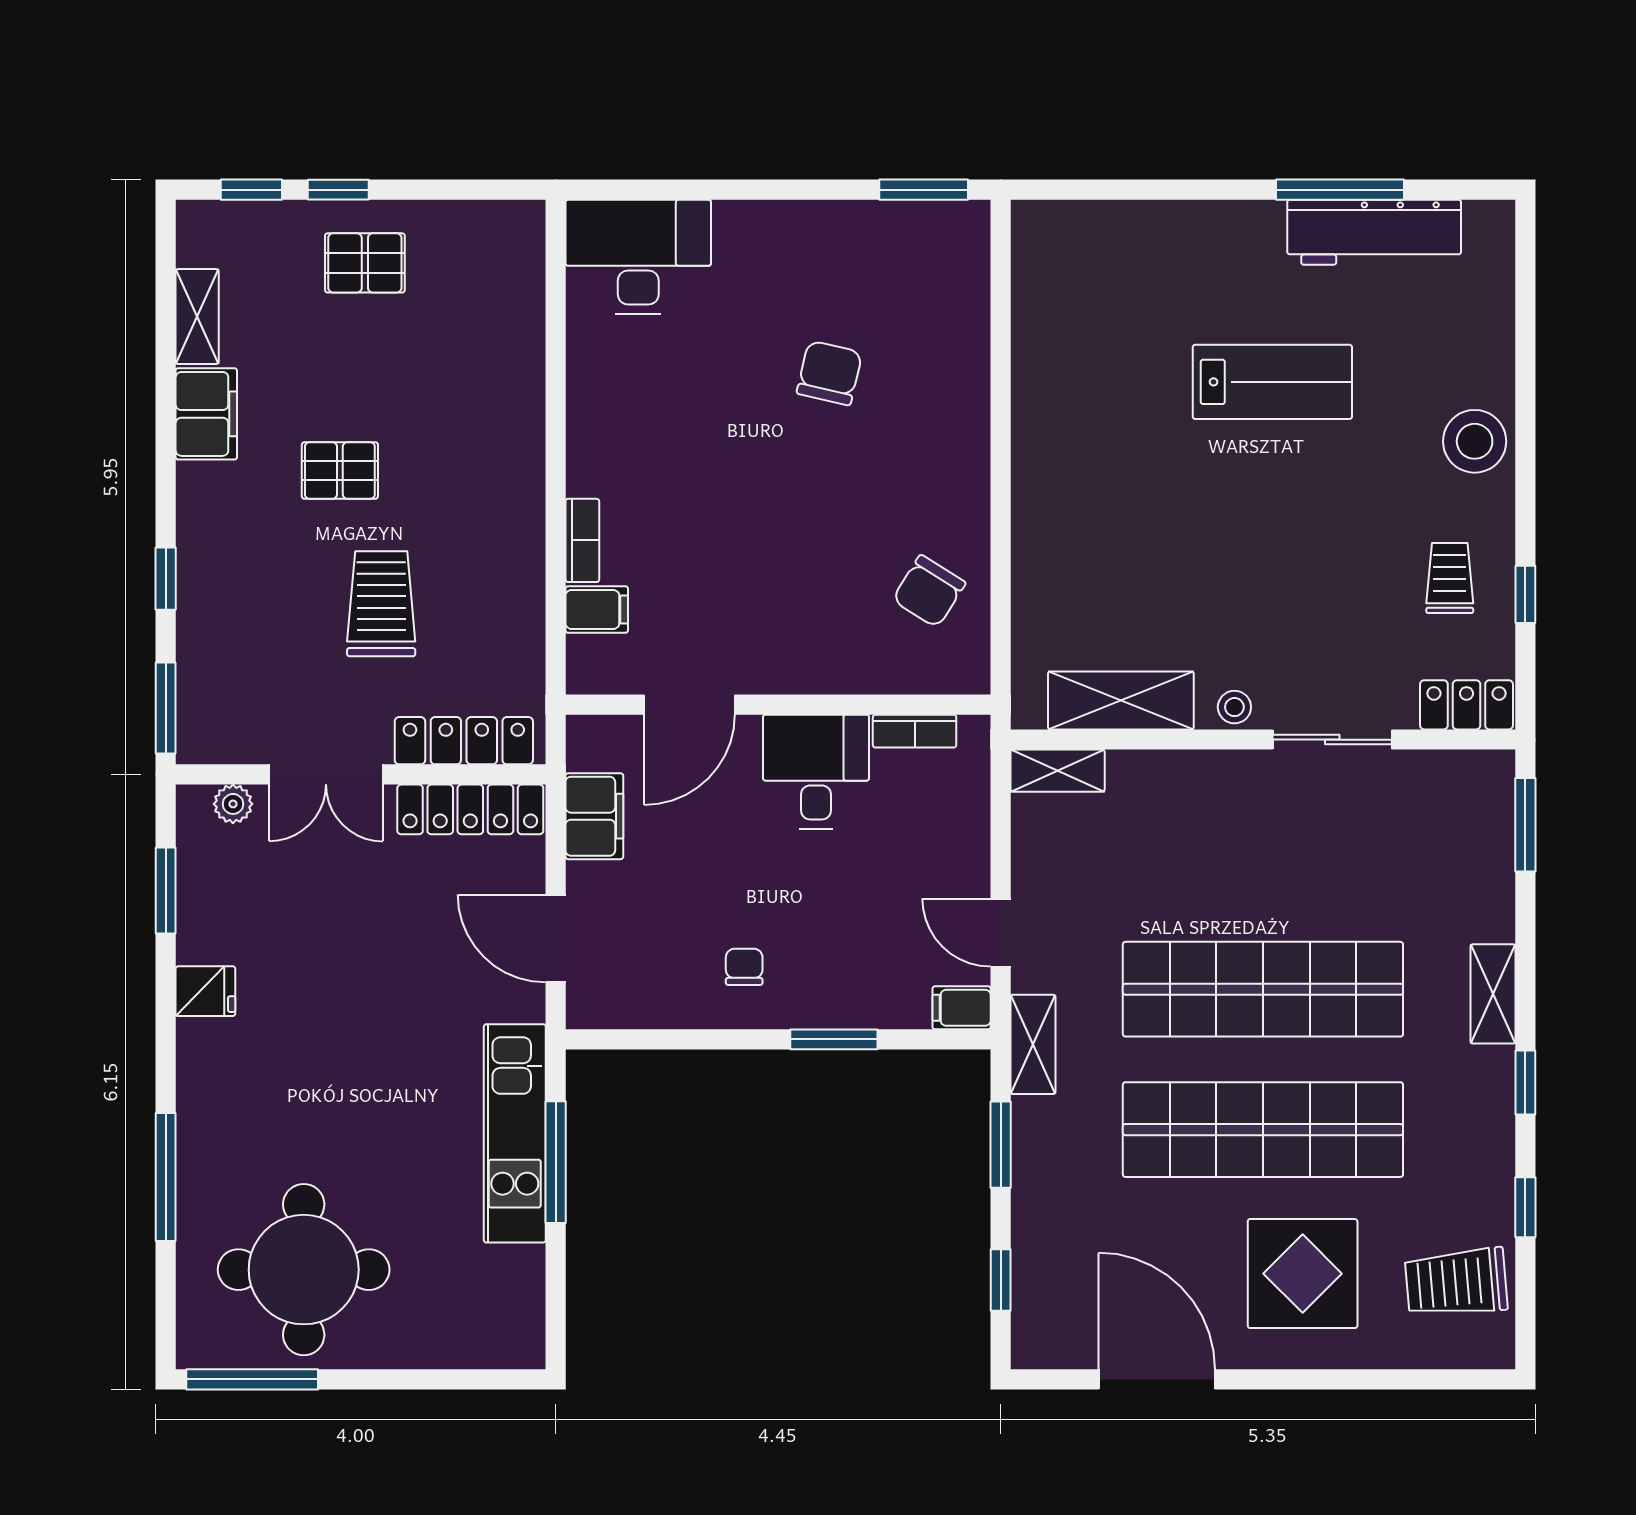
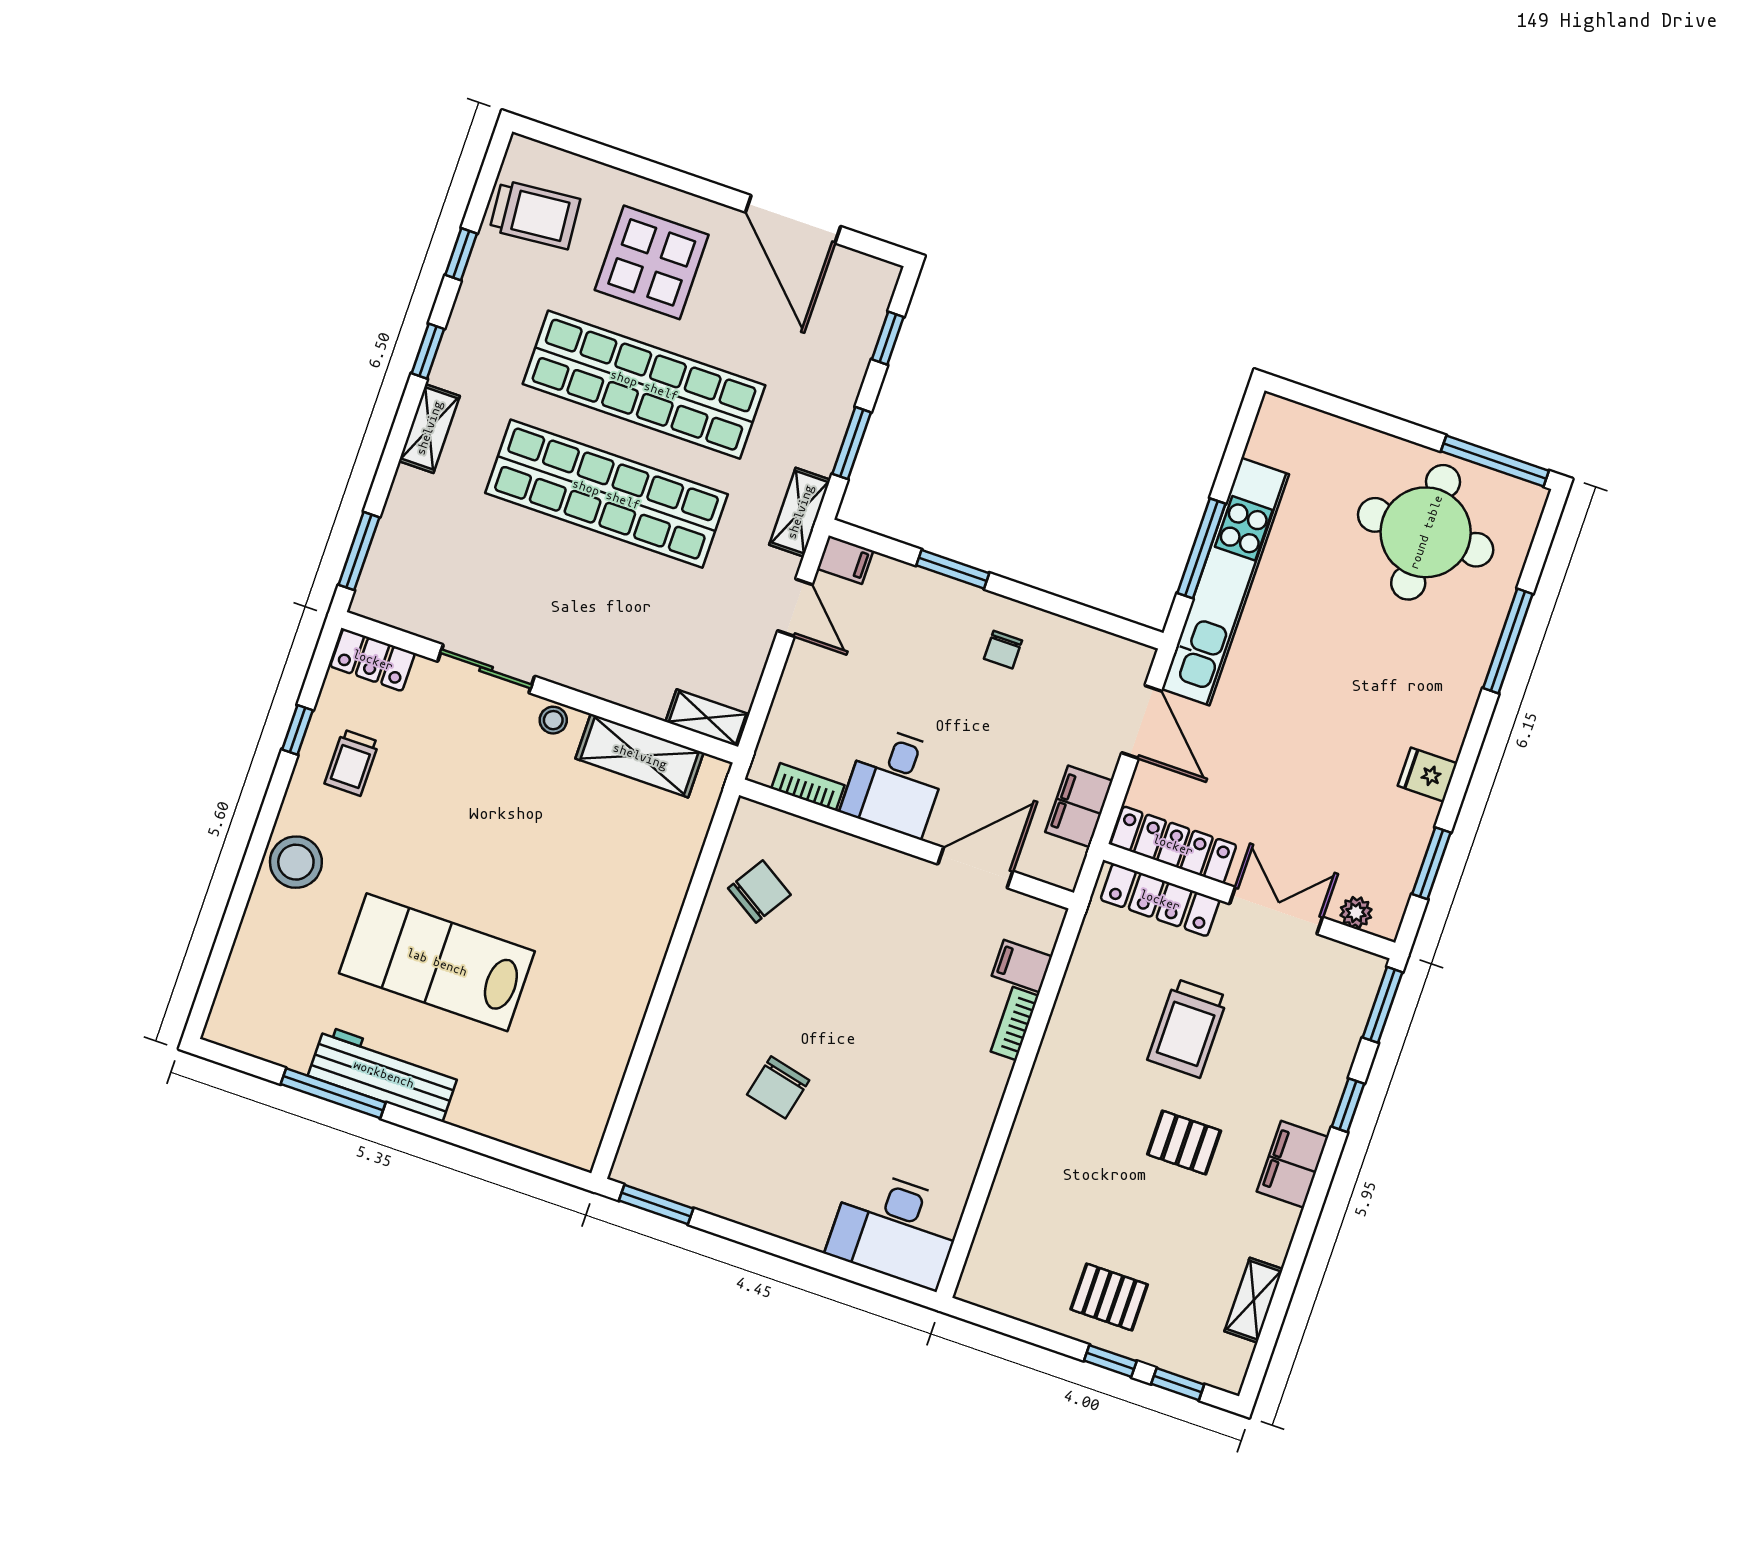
workbench: (1374, 232) -> (384, 1074), moved
lab bench: (1272, 382) -> (437, 962), width x1.36, depth x1.39
filing cabinet: (206, 414) -> (1293, 1164), moved
kitchen unit: (515, 1133) -> (1225, 582), width x1.36

